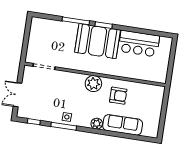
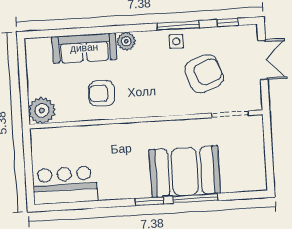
booth: (98, 41) -> (185, 171), moved
bar counter: (139, 44) -> (65, 185), moved
plant: (93, 84) -> (42, 110), moved
armchair: (54, 94) -> (204, 74), added

